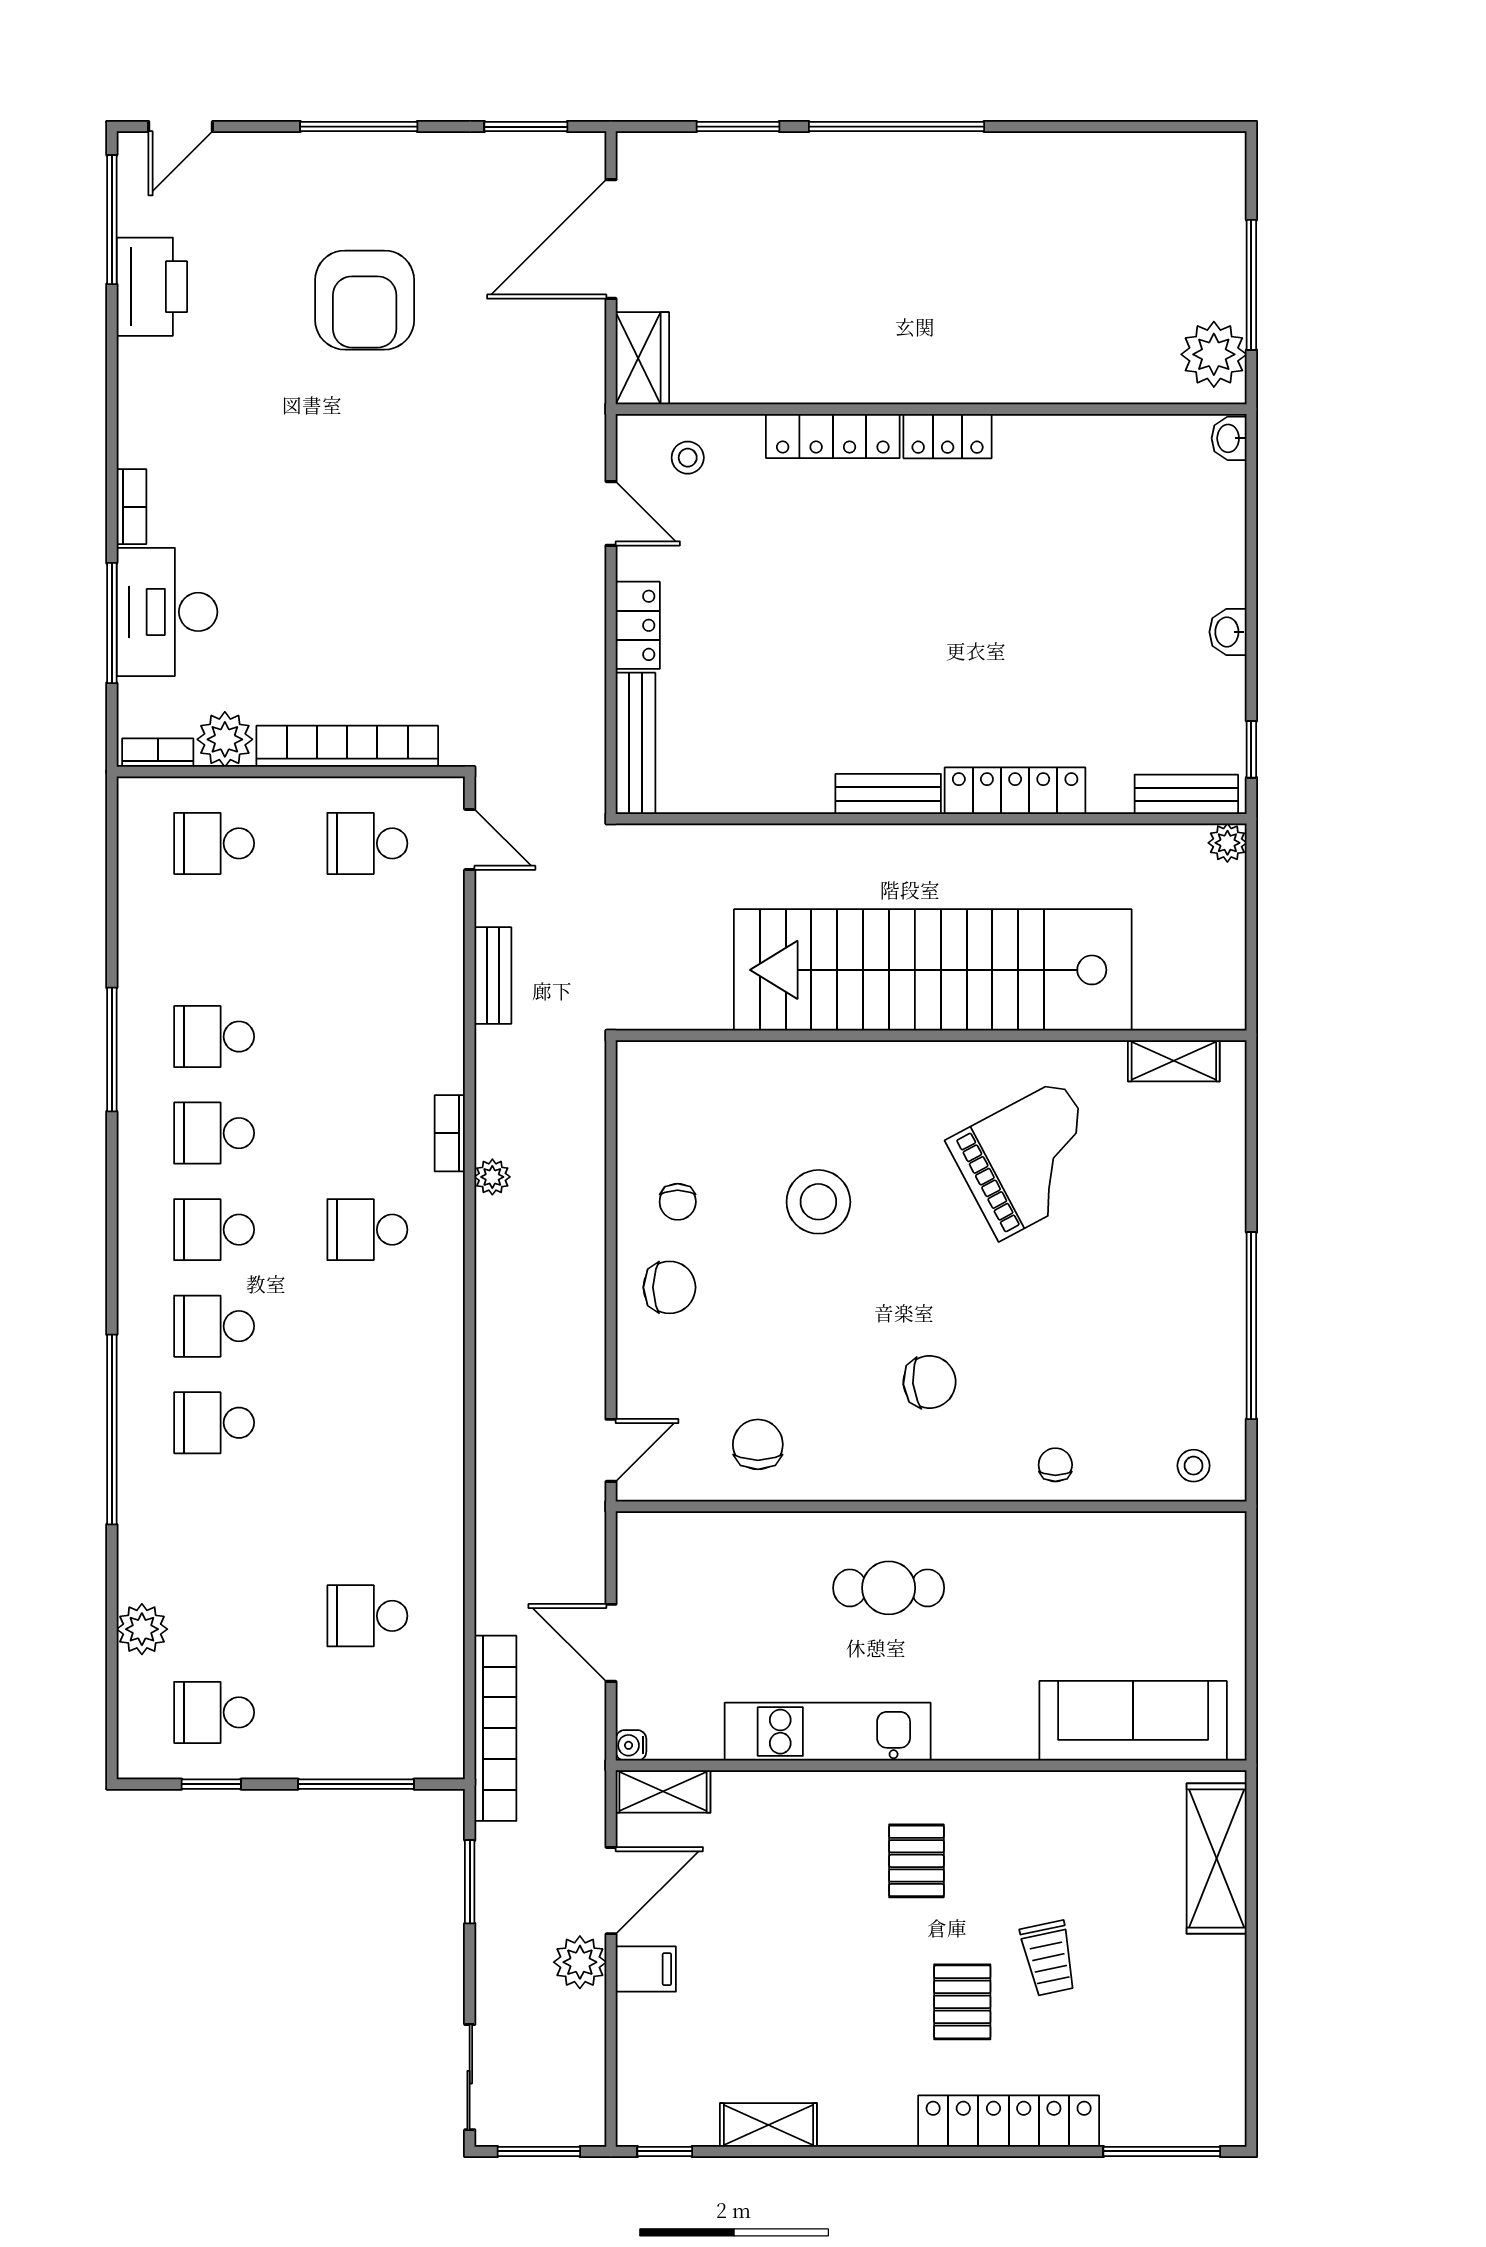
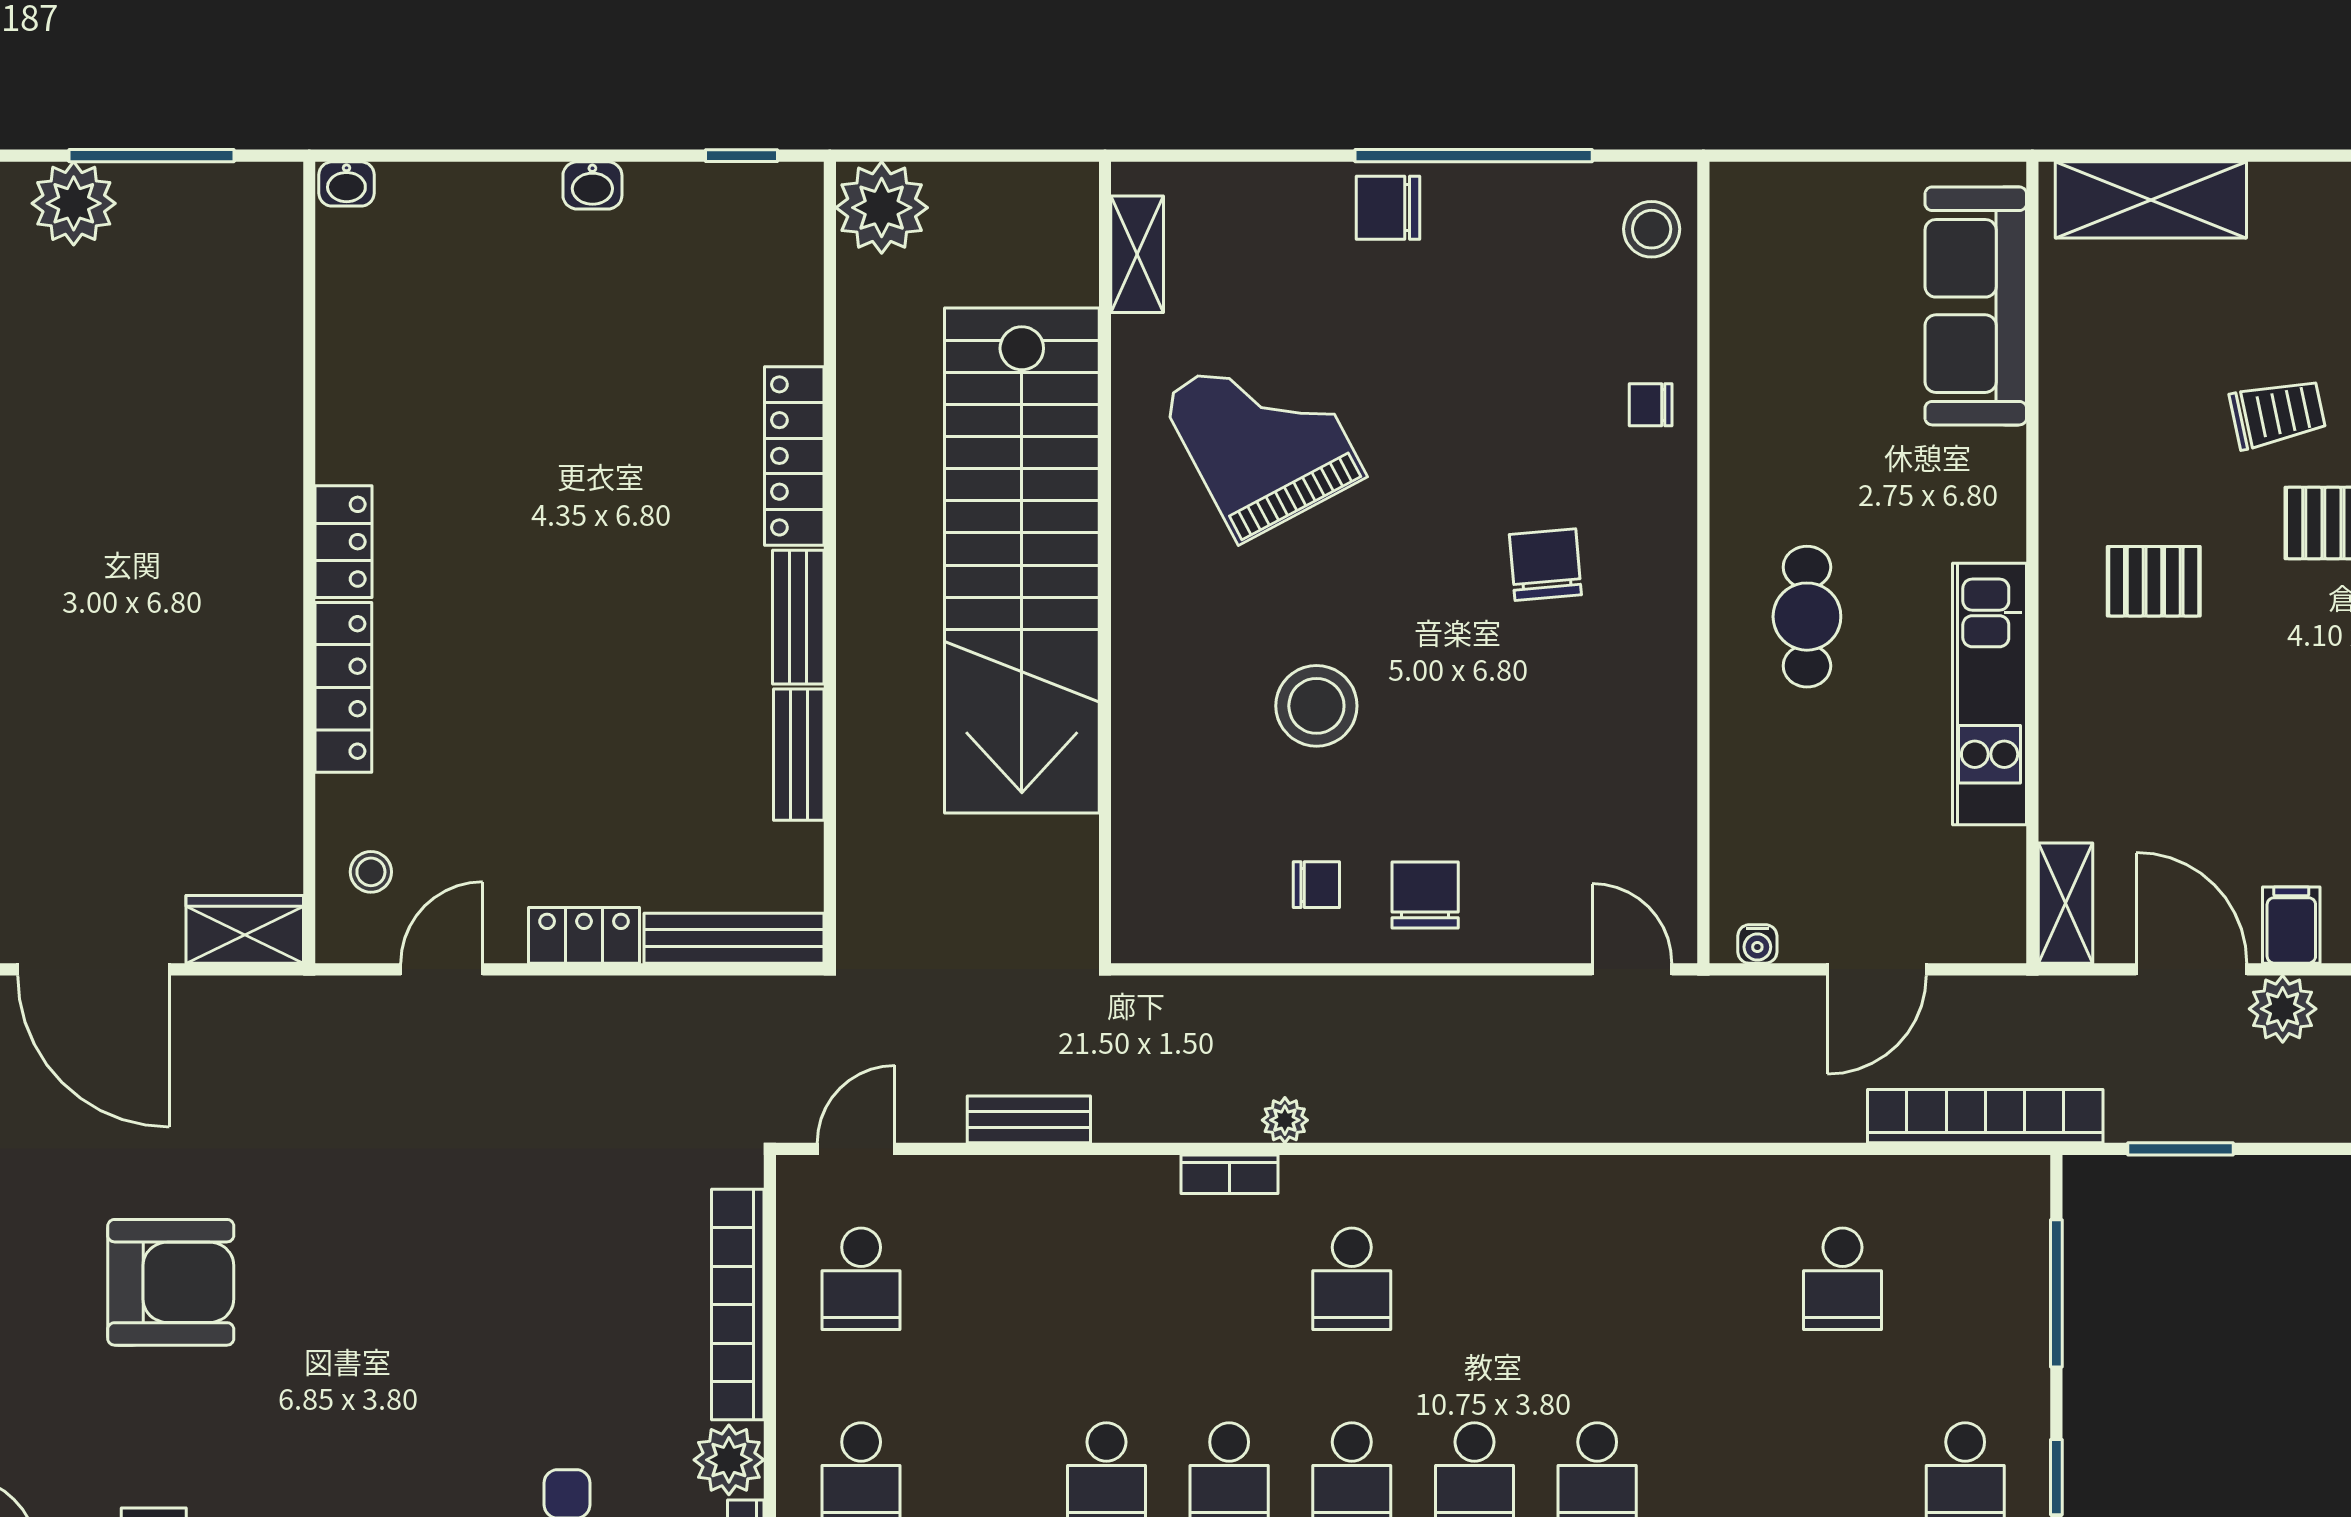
plant: (1214, 354) -> (74, 203), moved
bench: (1186, 794) -> (799, 755), moved
plant: (1227, 843) -> (882, 208), width x1.88, depth x1.88
chair: (758, 1444) -> (1388, 208), moved
stool: (1194, 1466) -> (1652, 229), width x1.37, depth x1.37
water cooler: (631, 1745) -> (1757, 944), moved

